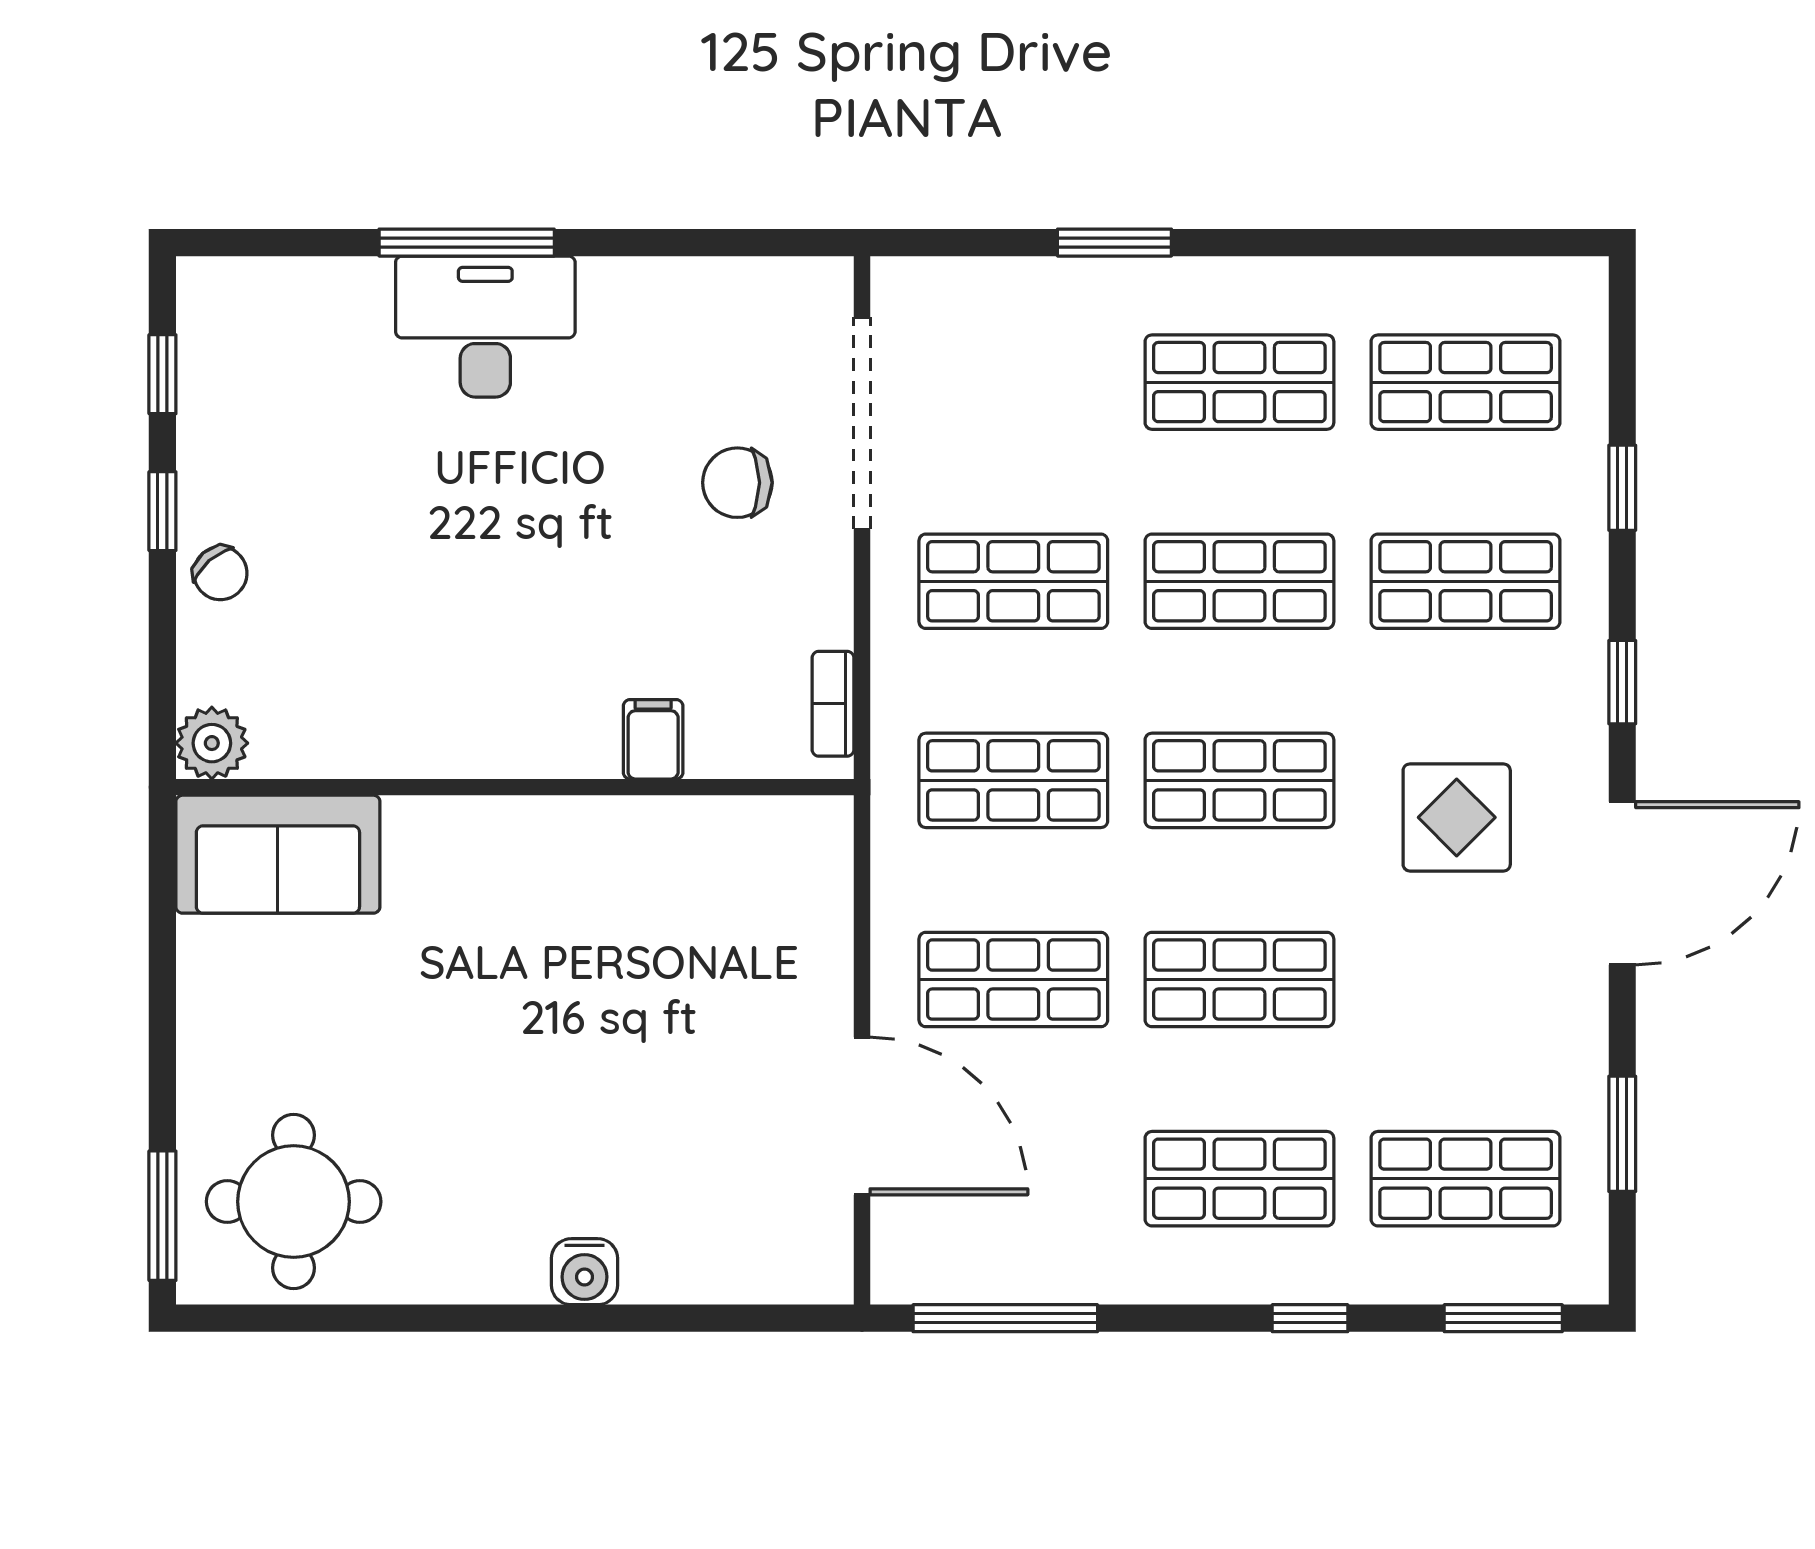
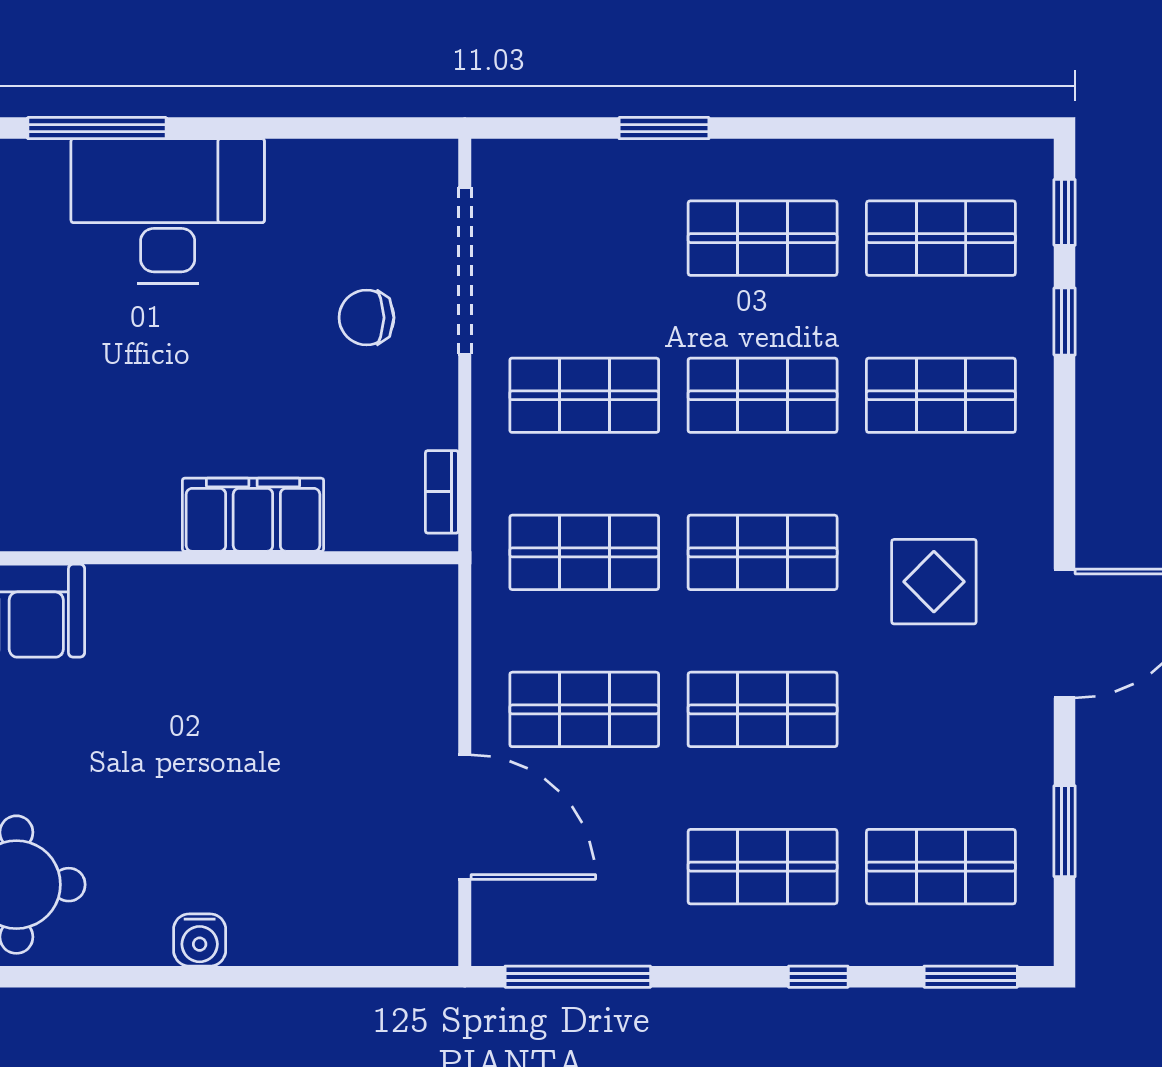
window: (467, 243) -> (97, 128), moved
desk: (485, 327) -> (168, 211), width x1.36, depth x1.30
window: (1622, 682) -> (1065, 212), moved
filing cabinet: (653, 739) -> (253, 515), width x3.00, depth x1.17
water cooler: (584, 1272) -> (200, 940), moved

